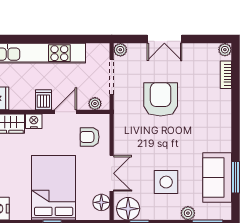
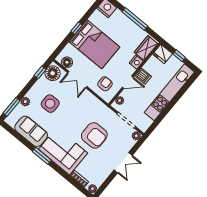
double door: (164, 39) -> (123, 163), swing flipped
door: (66, 112) -> (128, 82), hinge flipped
corner sofa: (209, 121) -> (63, 151), added
window: (236, 177) -> (42, 156), moved

